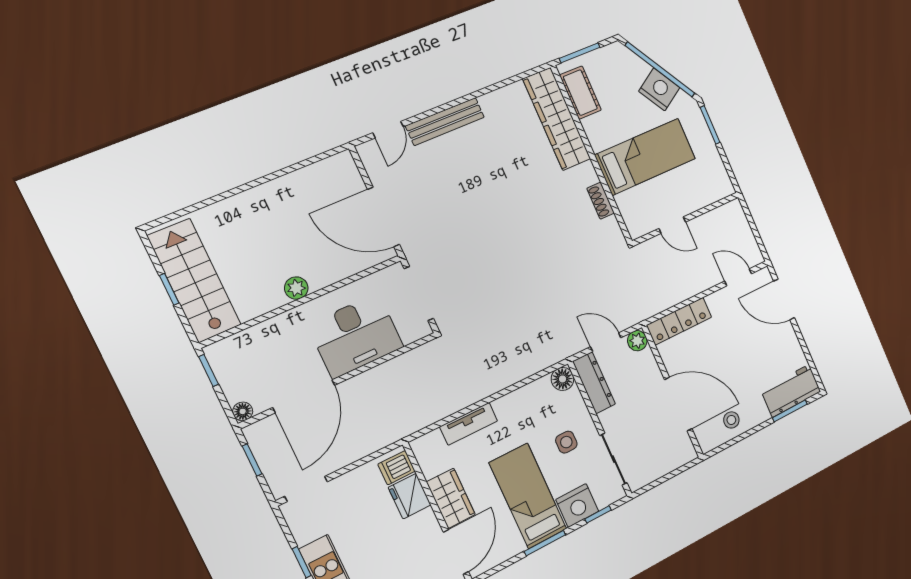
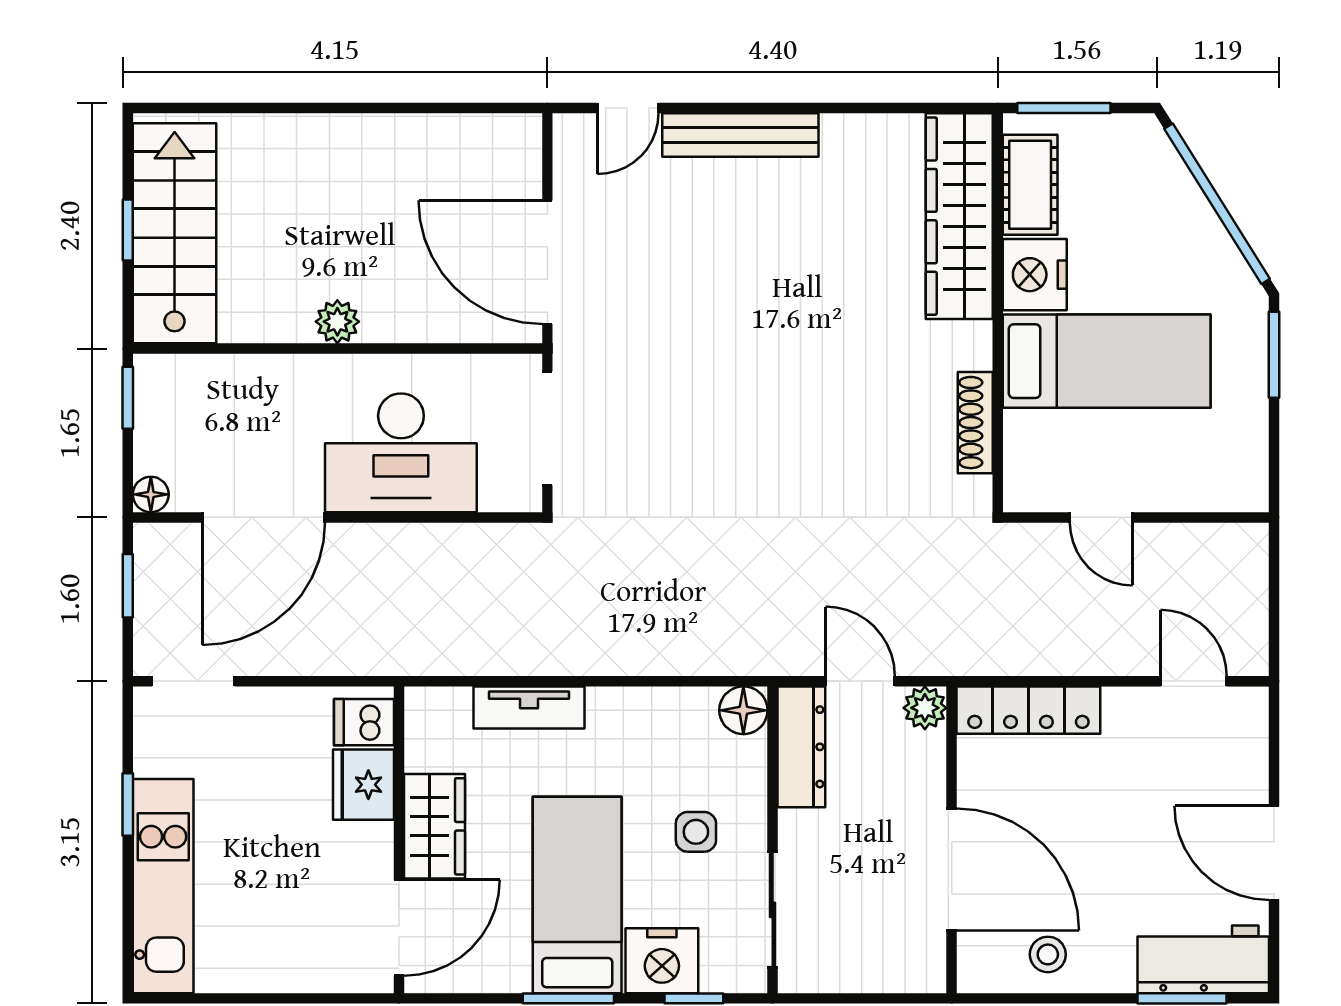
nightstand: (659, 89) -> (1035, 275), moved, turned -148
shoe rack: (601, 201) -> (975, 423), width x1.43
door: (784, 299) -> (1274, 853), moved

